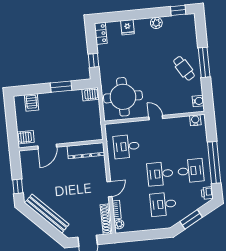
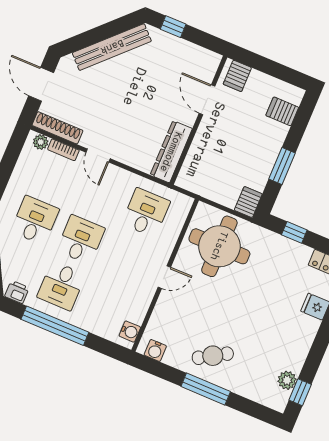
plant: (156, 23) -> (287, 380), moved

